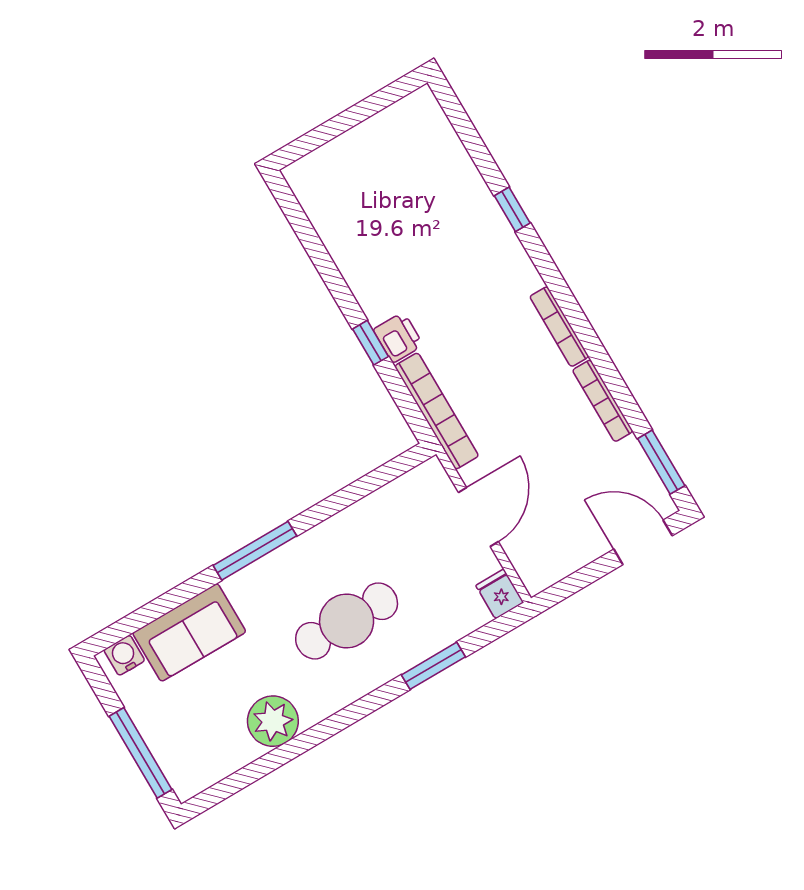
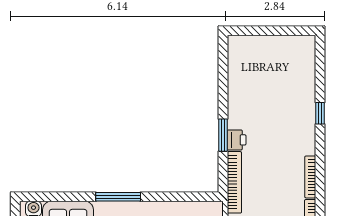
window: (371, 343) -> (223, 135), width x1.50

